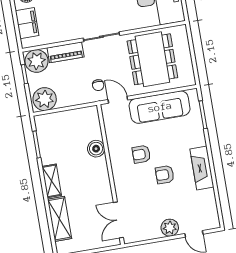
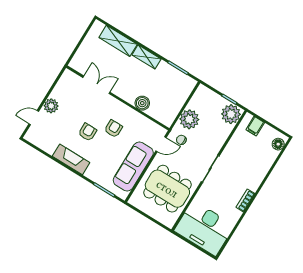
filing cabinet: (27, 23) -> (255, 126), width x0.50
piano: (66, 52) -> (220, 137), removed
plant: (45, 99) -> (189, 119), moved
double door: (118, 220) -> (96, 85), moved

